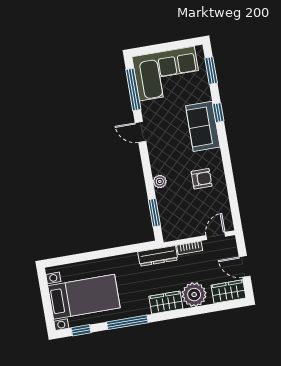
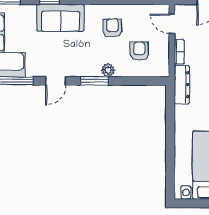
armchair: (184, 209) -> (139, 51), added
window: (154, 213) -> (94, 81), moved

